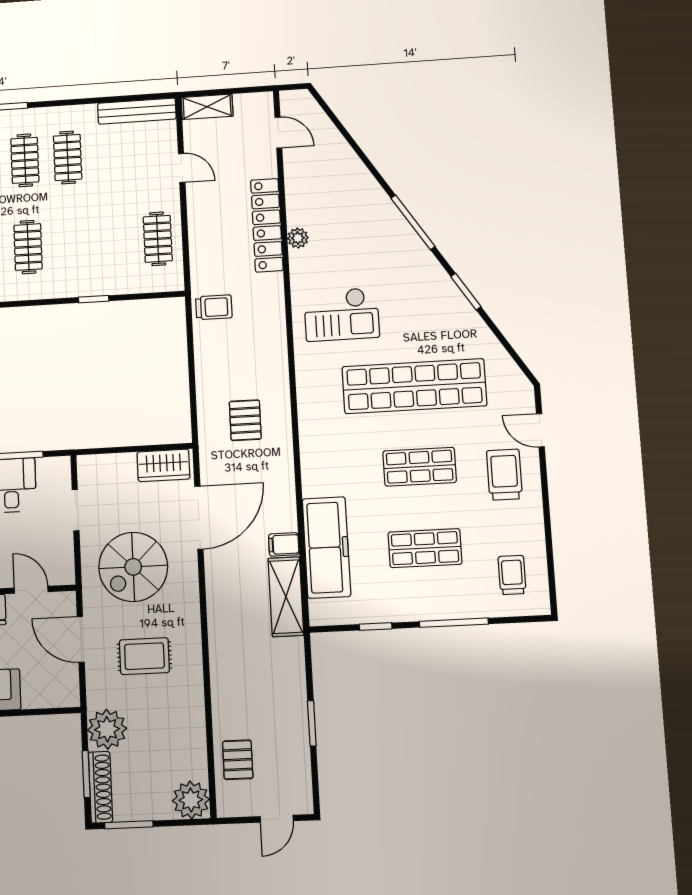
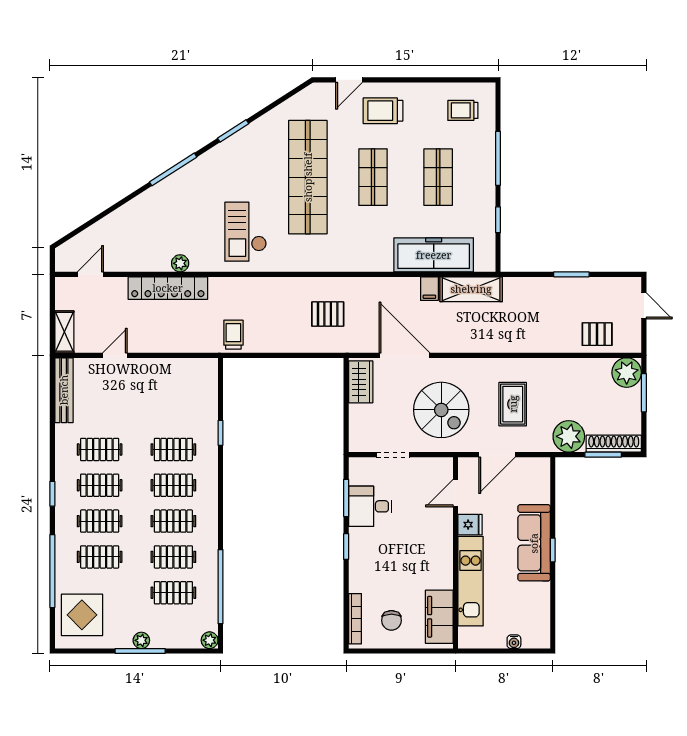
clothes rail: (158, 239) -> (173, 449), moved
checkout: (342, 314) -> (246, 232), turned 180
window: (129, 825) -> (644, 393), moved

